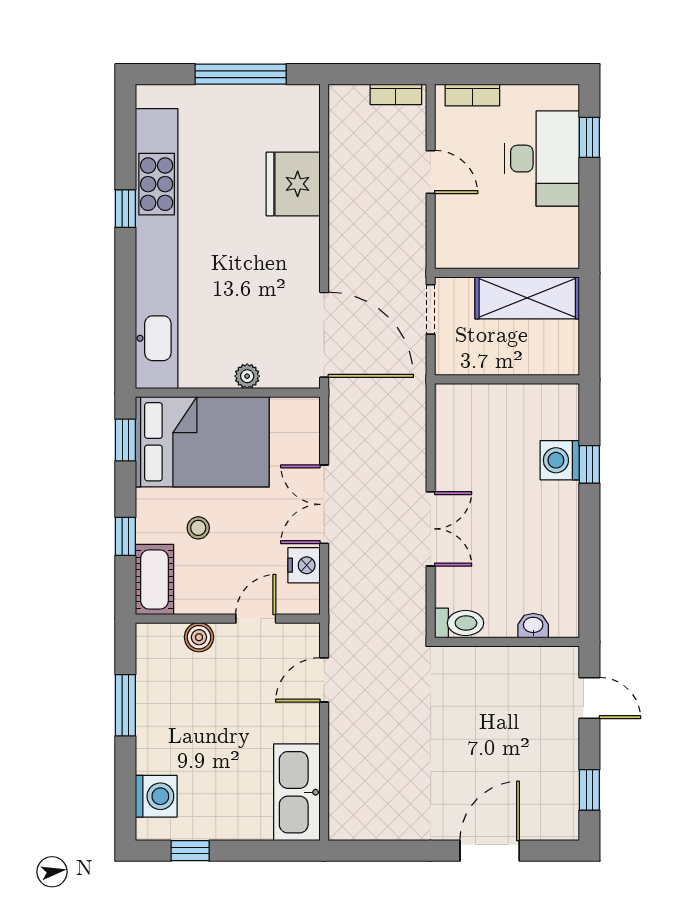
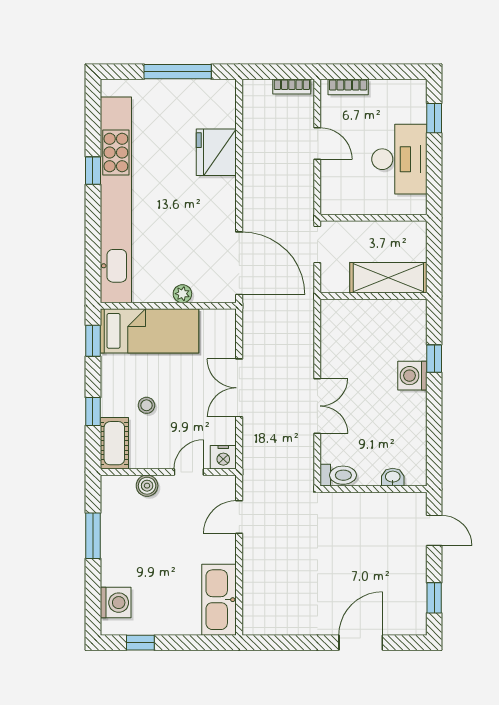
desk: (542, 159) -> (399, 159), moved
shelving: (527, 298) -> (388, 278), moved
bed: (202, 442) -> (149, 331), width x0.67
washing machine: (560, 460) -> (412, 376), moved
nightstand: (304, 565) -> (223, 457), moved, turned 90

